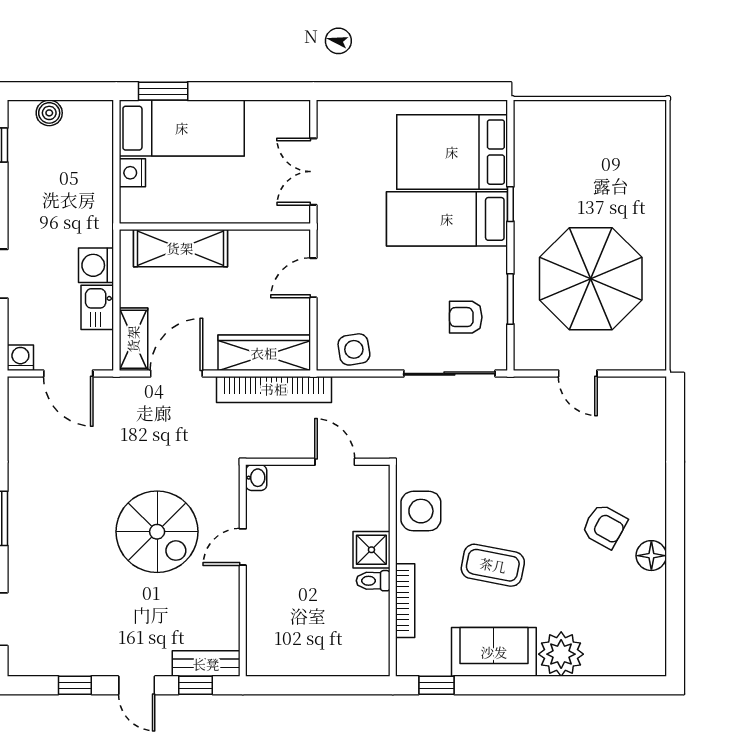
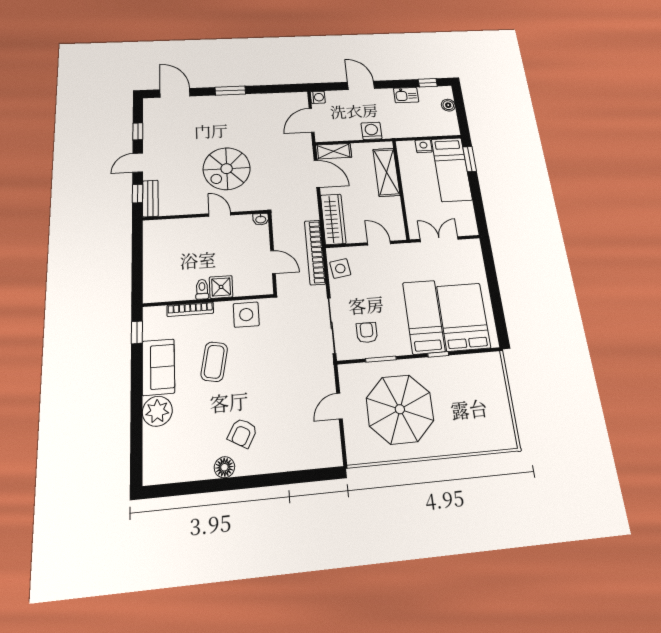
kitchen sink: (97, 307) -> (406, 95), moved, turned 180
bookcase: (274, 389) -> (315, 252), moved
door: (335, 462) -> (273, 262), hinge flipped

